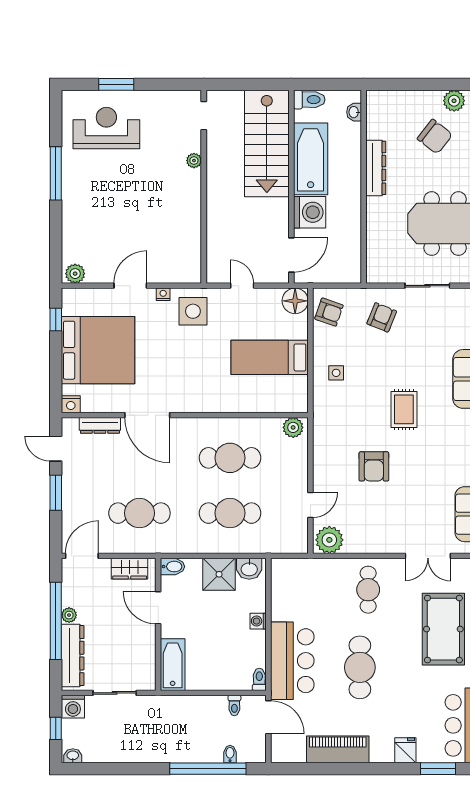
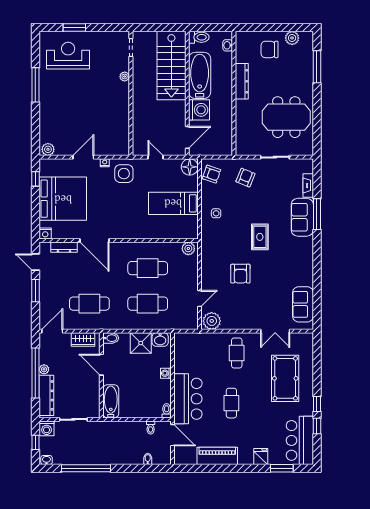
chair: (435, 137) -> (270, 49), moved, turned 142
cafe table: (360, 667) -> (231, 403), width x0.73, depth x0.74
window: (208, 769) -> (86, 468), moved

